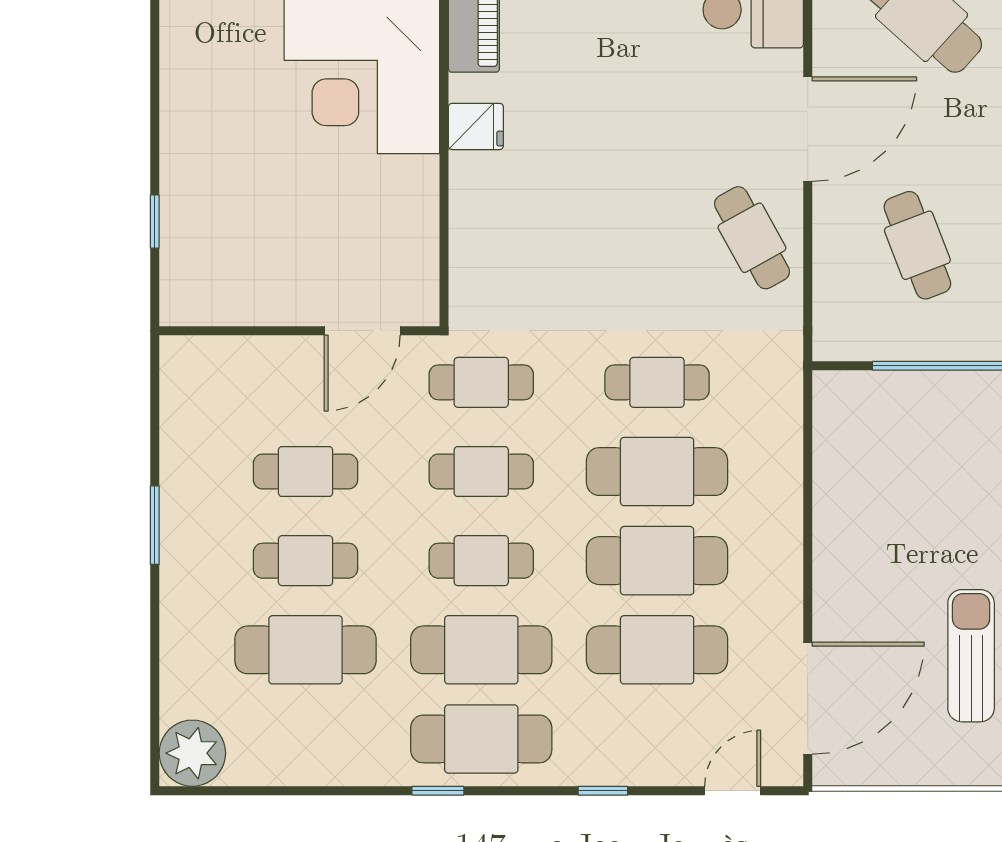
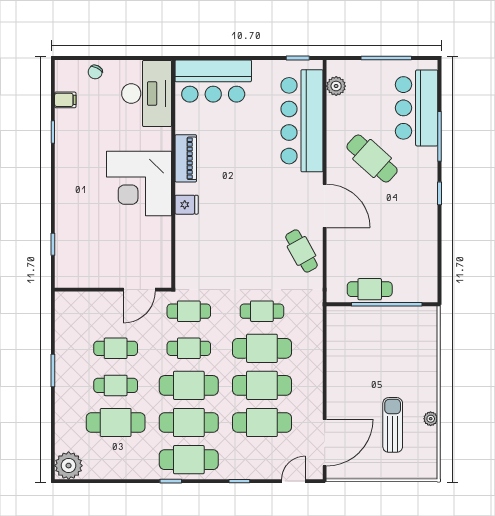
door: (808, 129) -> (325, 206), hinge flipped
cafe table: (917, 245) -> (370, 289), moved, turned -69
cafe table: (481, 561) -> (189, 385), width x1.37, depth x1.35

